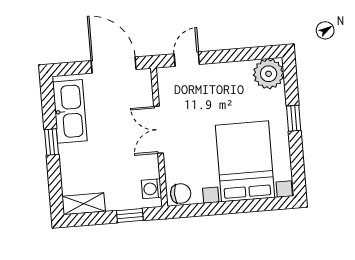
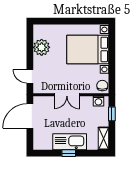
plant: (269, 74) -> (42, 47), moved
kitchen sink: (70, 111) -> (70, 142), moved
window: (294, 118) -> (67, 21), removed

